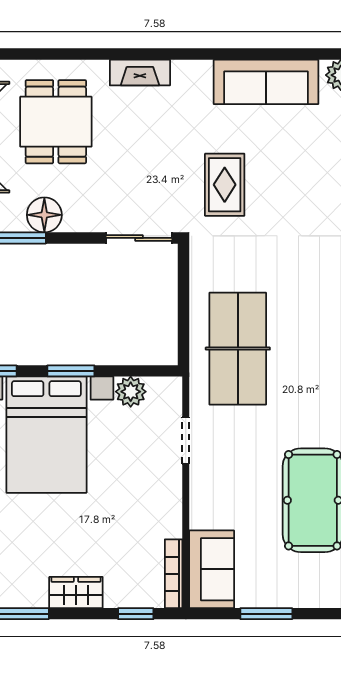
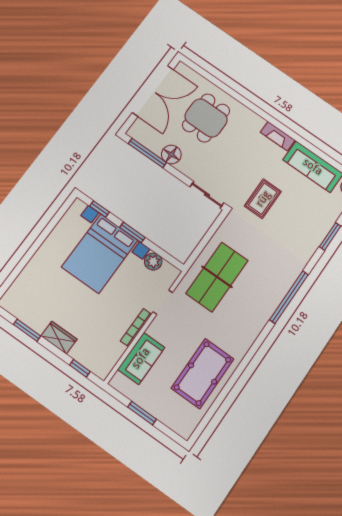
fireplace: (140, 73) -> (278, 136), moved
sofa: (212, 569) -> (141, 358), moved
bookcase: (174, 574) -> (136, 328), moved

